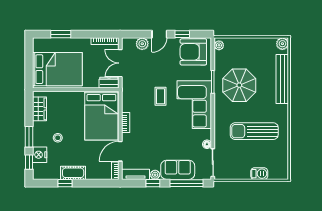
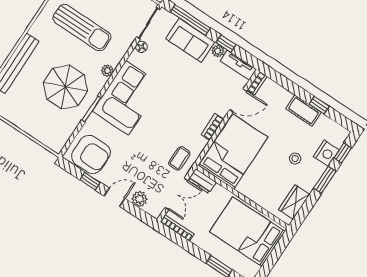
plant: (219, 45) -> (107, 71), moved
coffee table: (161, 96) -> (179, 158), moved

